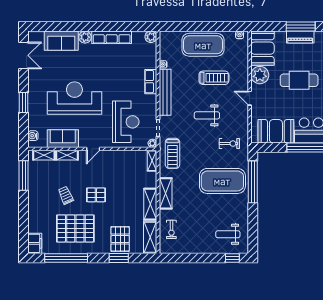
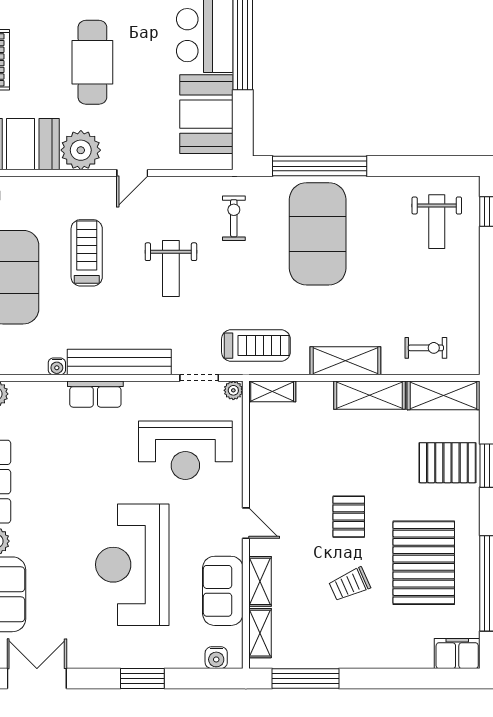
reception desk: (126, 122) -> (185, 450), turned 180

